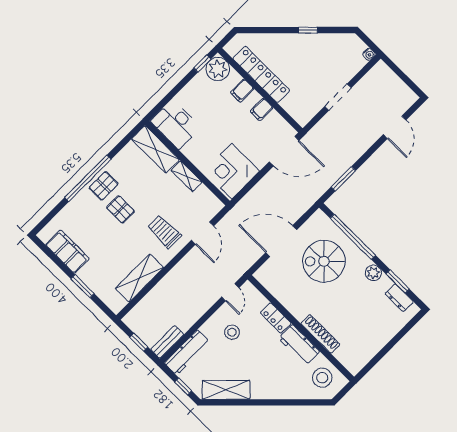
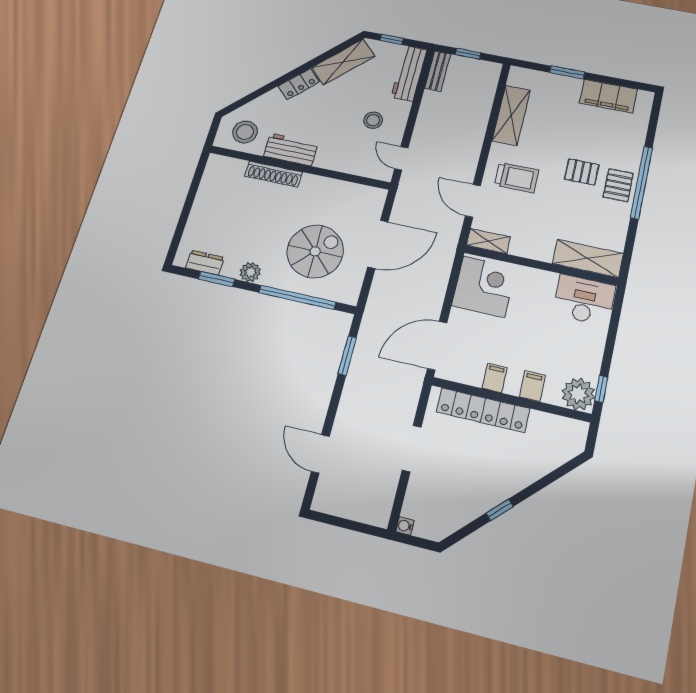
locker: (261, 74) -> (483, 410), moved
shelving: (187, 176) -> (488, 241), moved
locker: (276, 318) -> (299, 84), moved, turned 135

